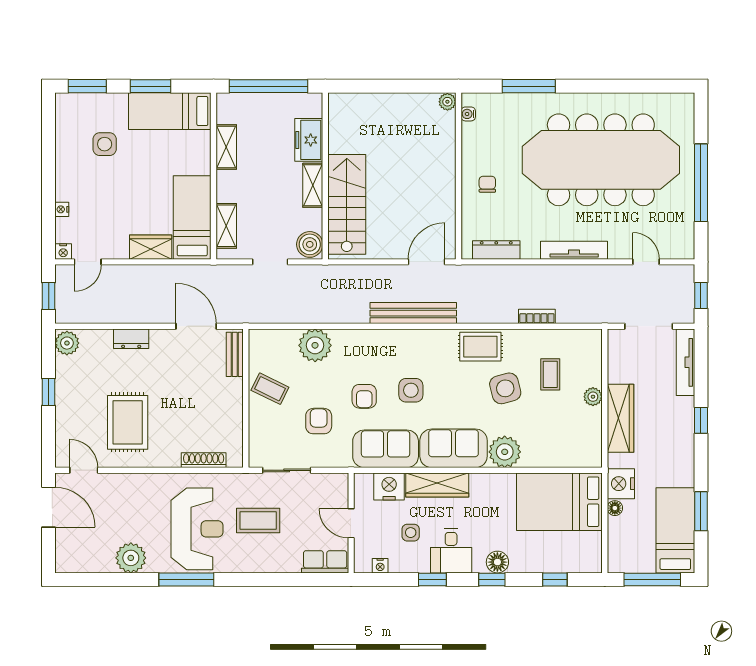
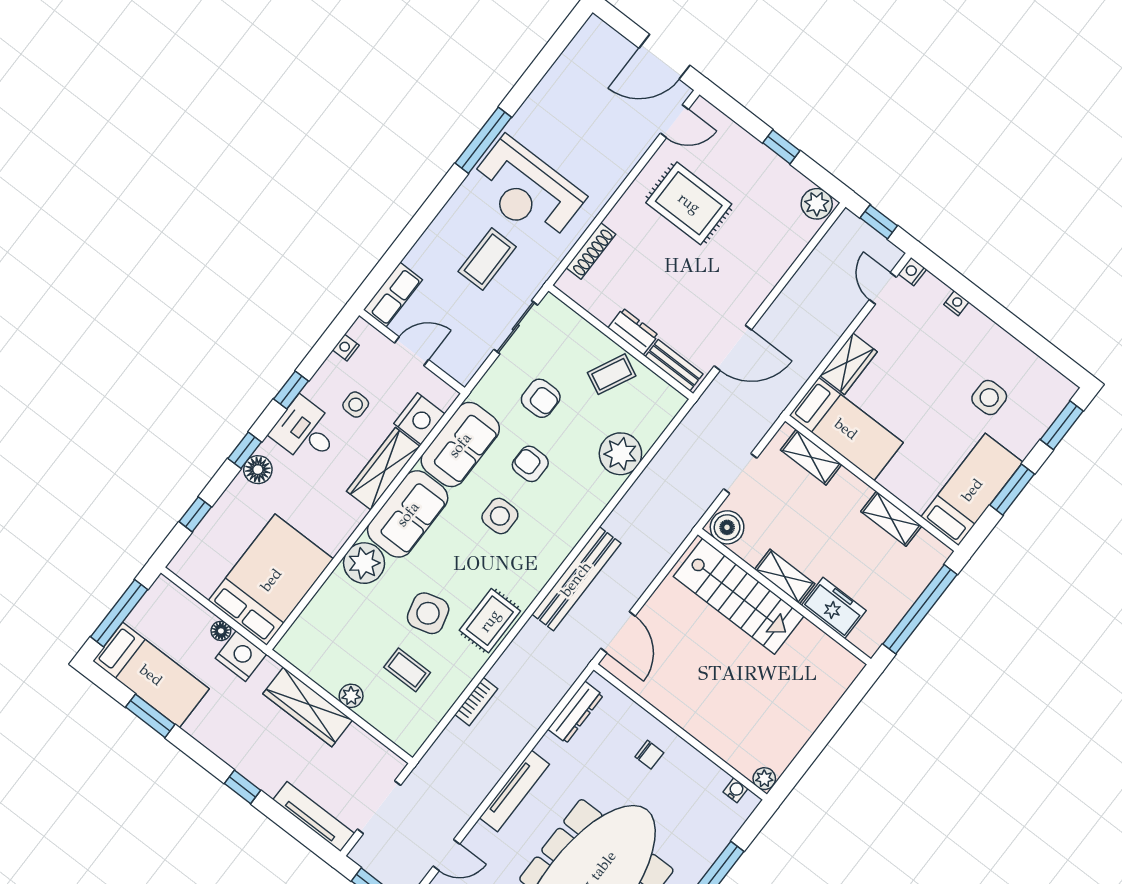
dresser: (131, 339) -> (633, 332), moved, turned 90
plant: (131, 558) -> (549, 101), removed

